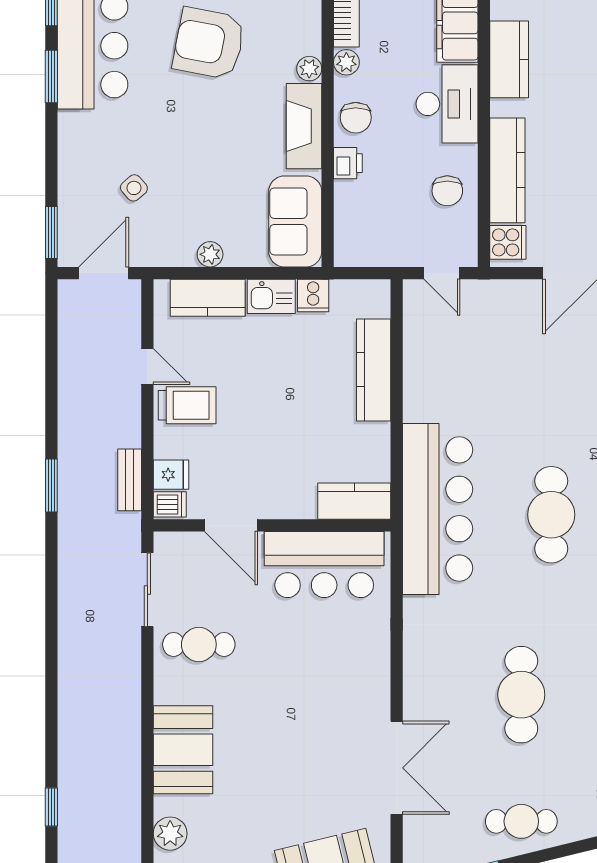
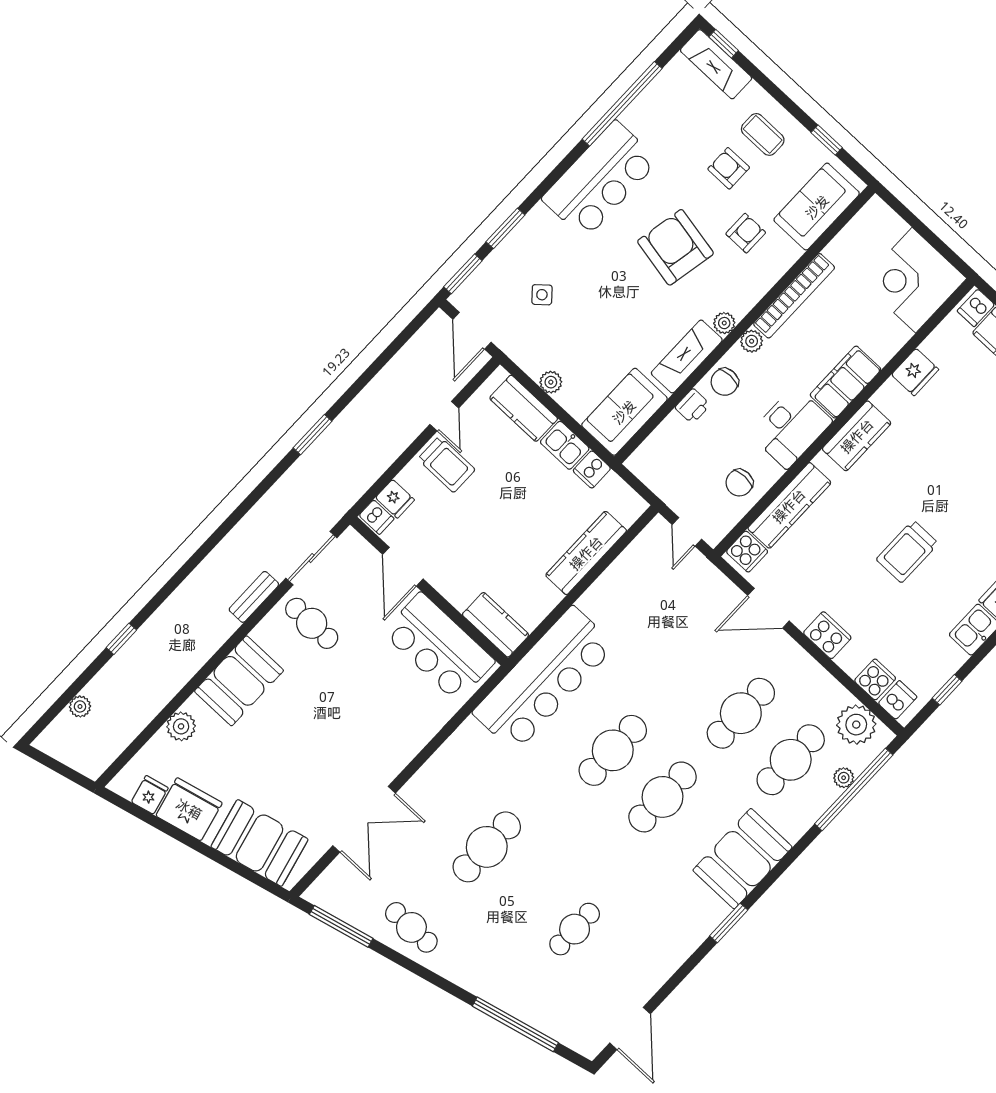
window: (51, 76) -> (505, 228), moved
door: (104, 273) -> (472, 331), swing flipped
bench: (130, 480) -> (254, 597), moved

